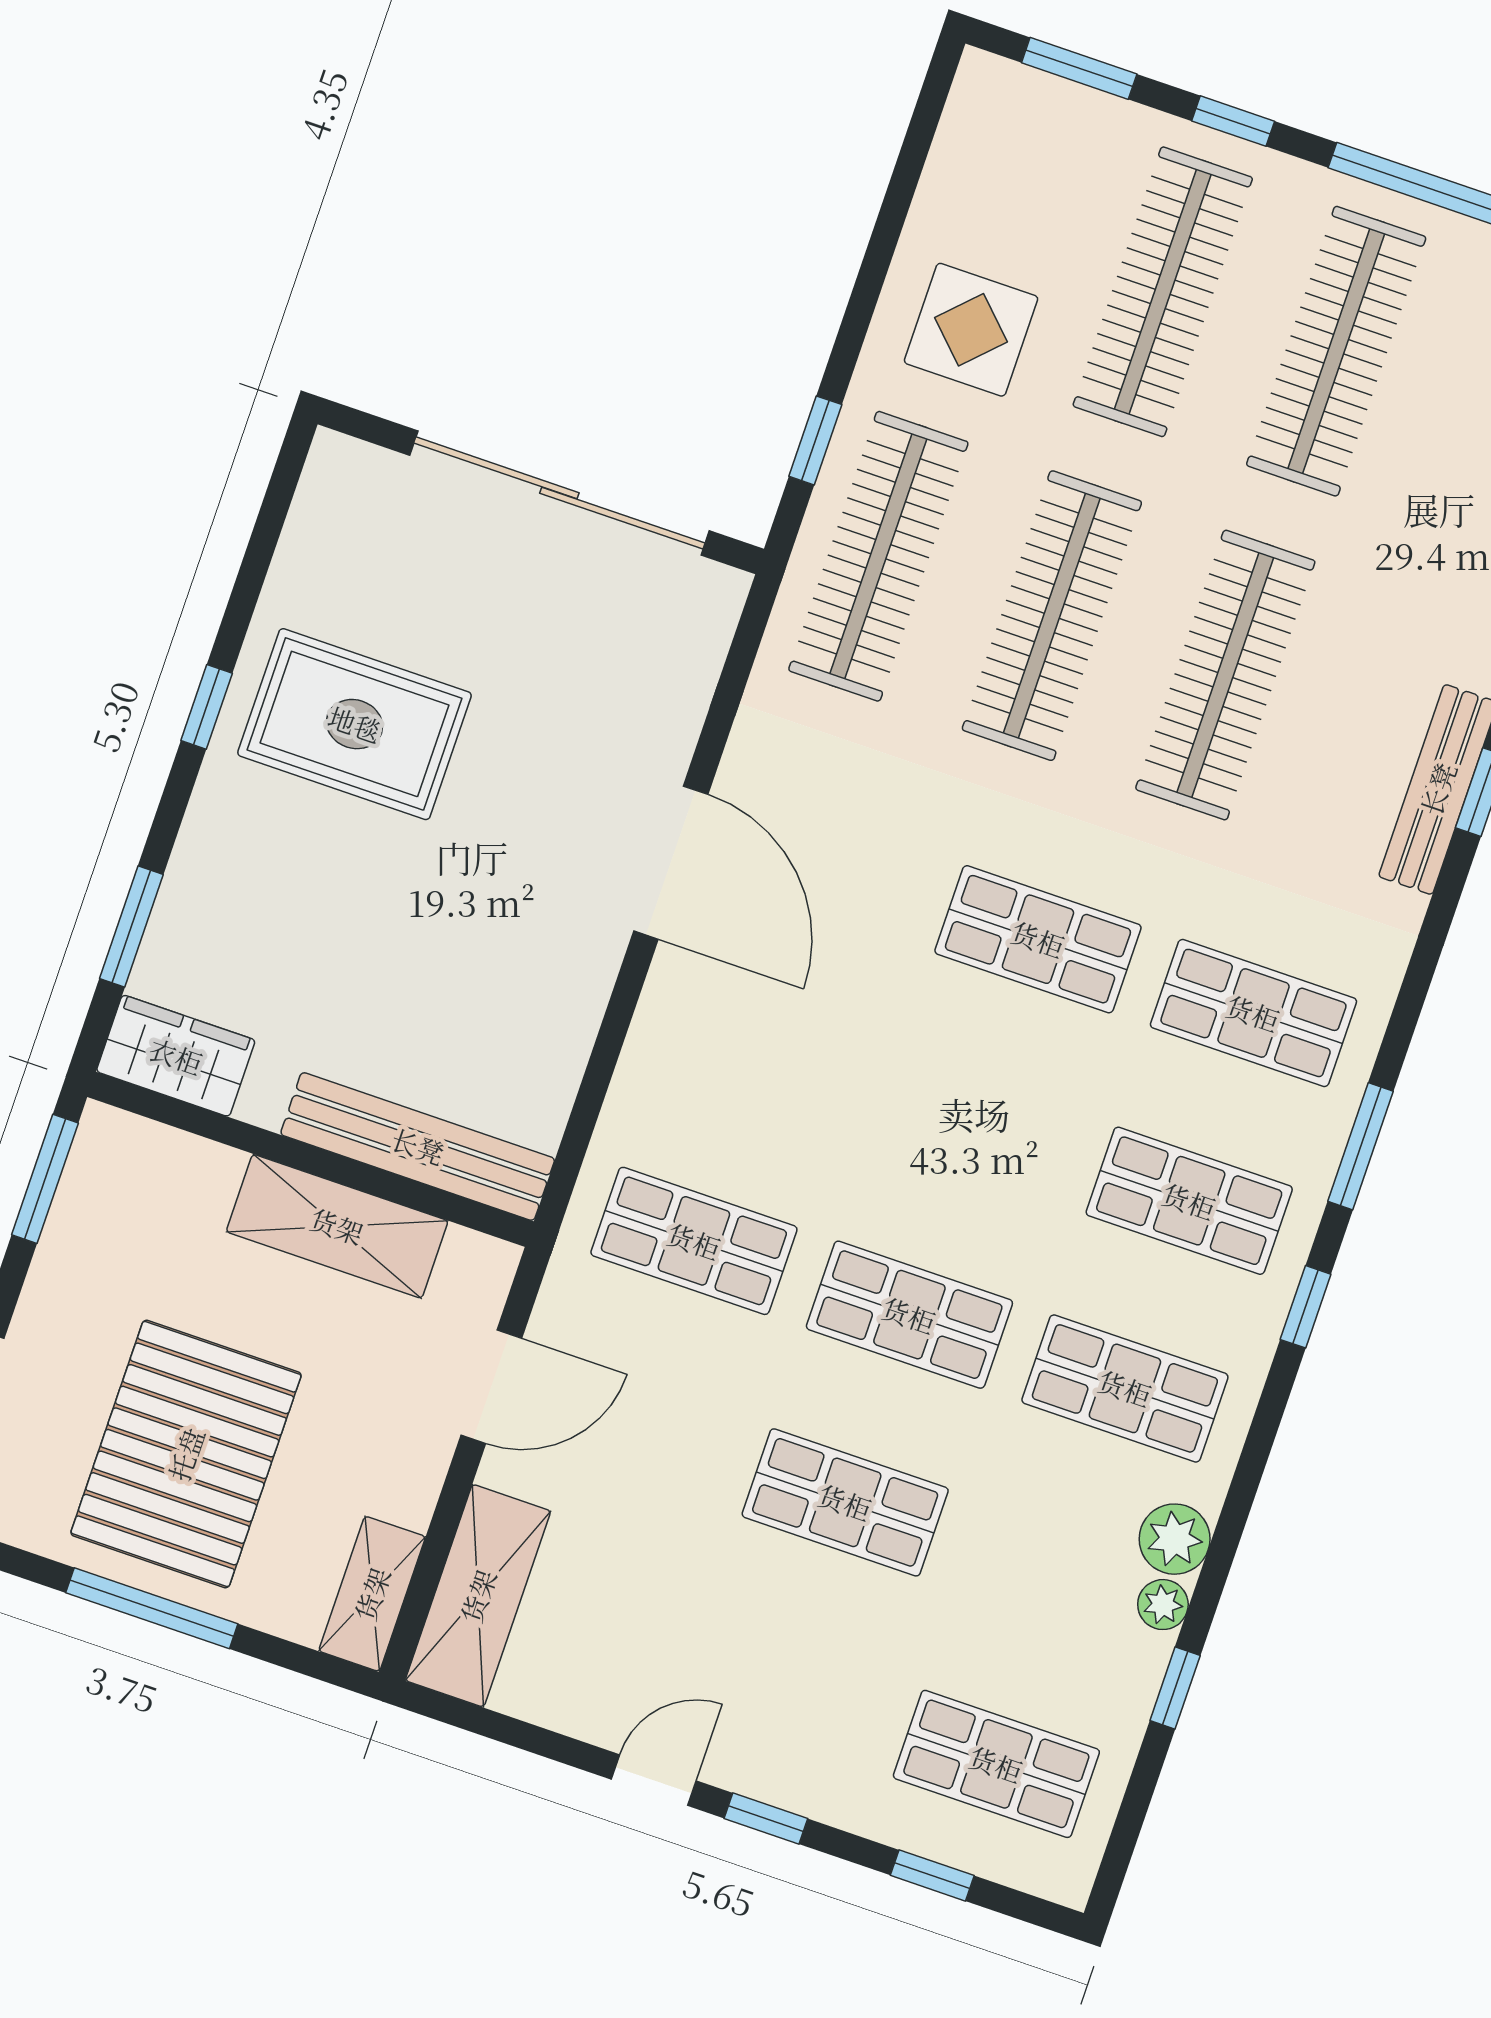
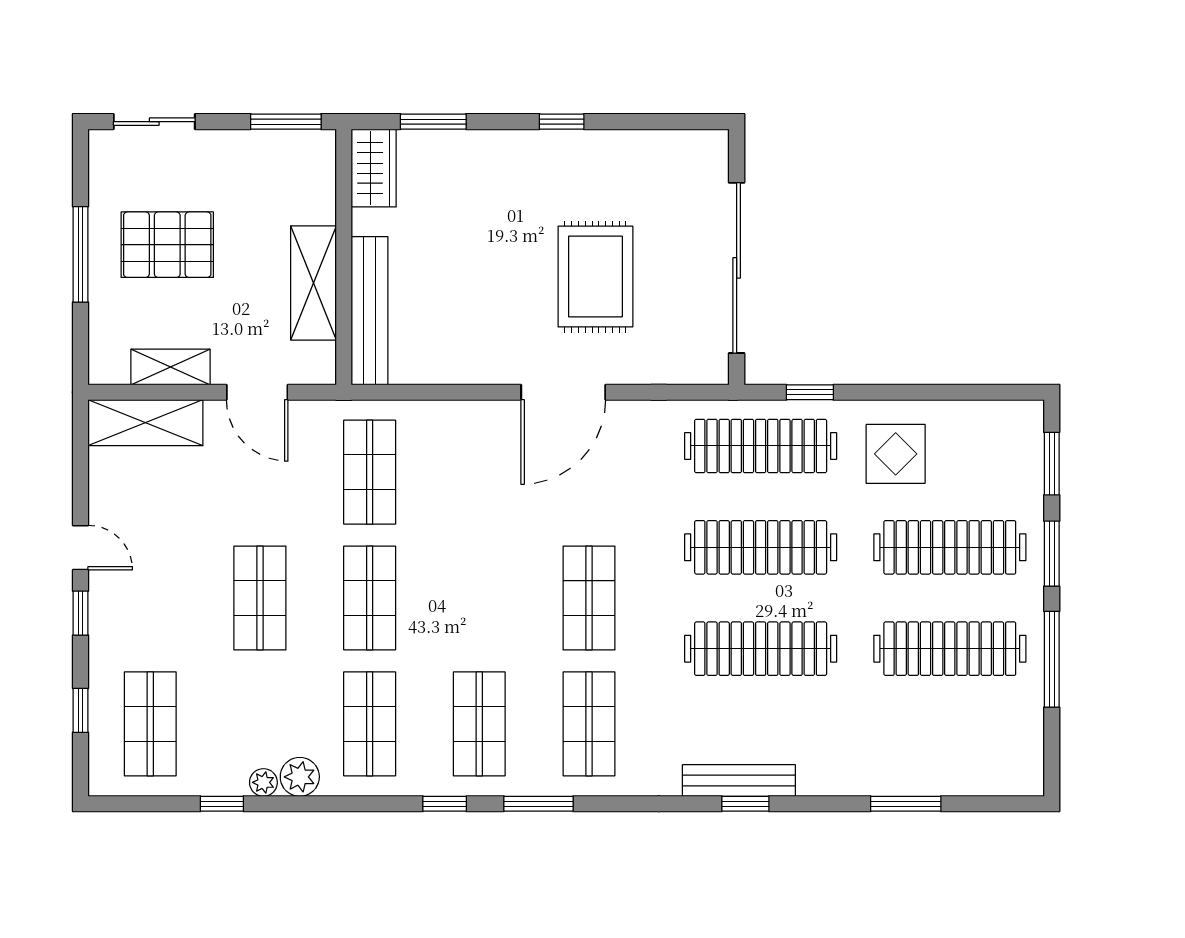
window: (1233, 121) -> (1052, 554), width x1.50
rug: (355, 724) -> (595, 277), moved
pallet: (186, 1454) -> (167, 245), width x0.73, depth x0.71
shelving: (372, 1594) -> (170, 367), moved

